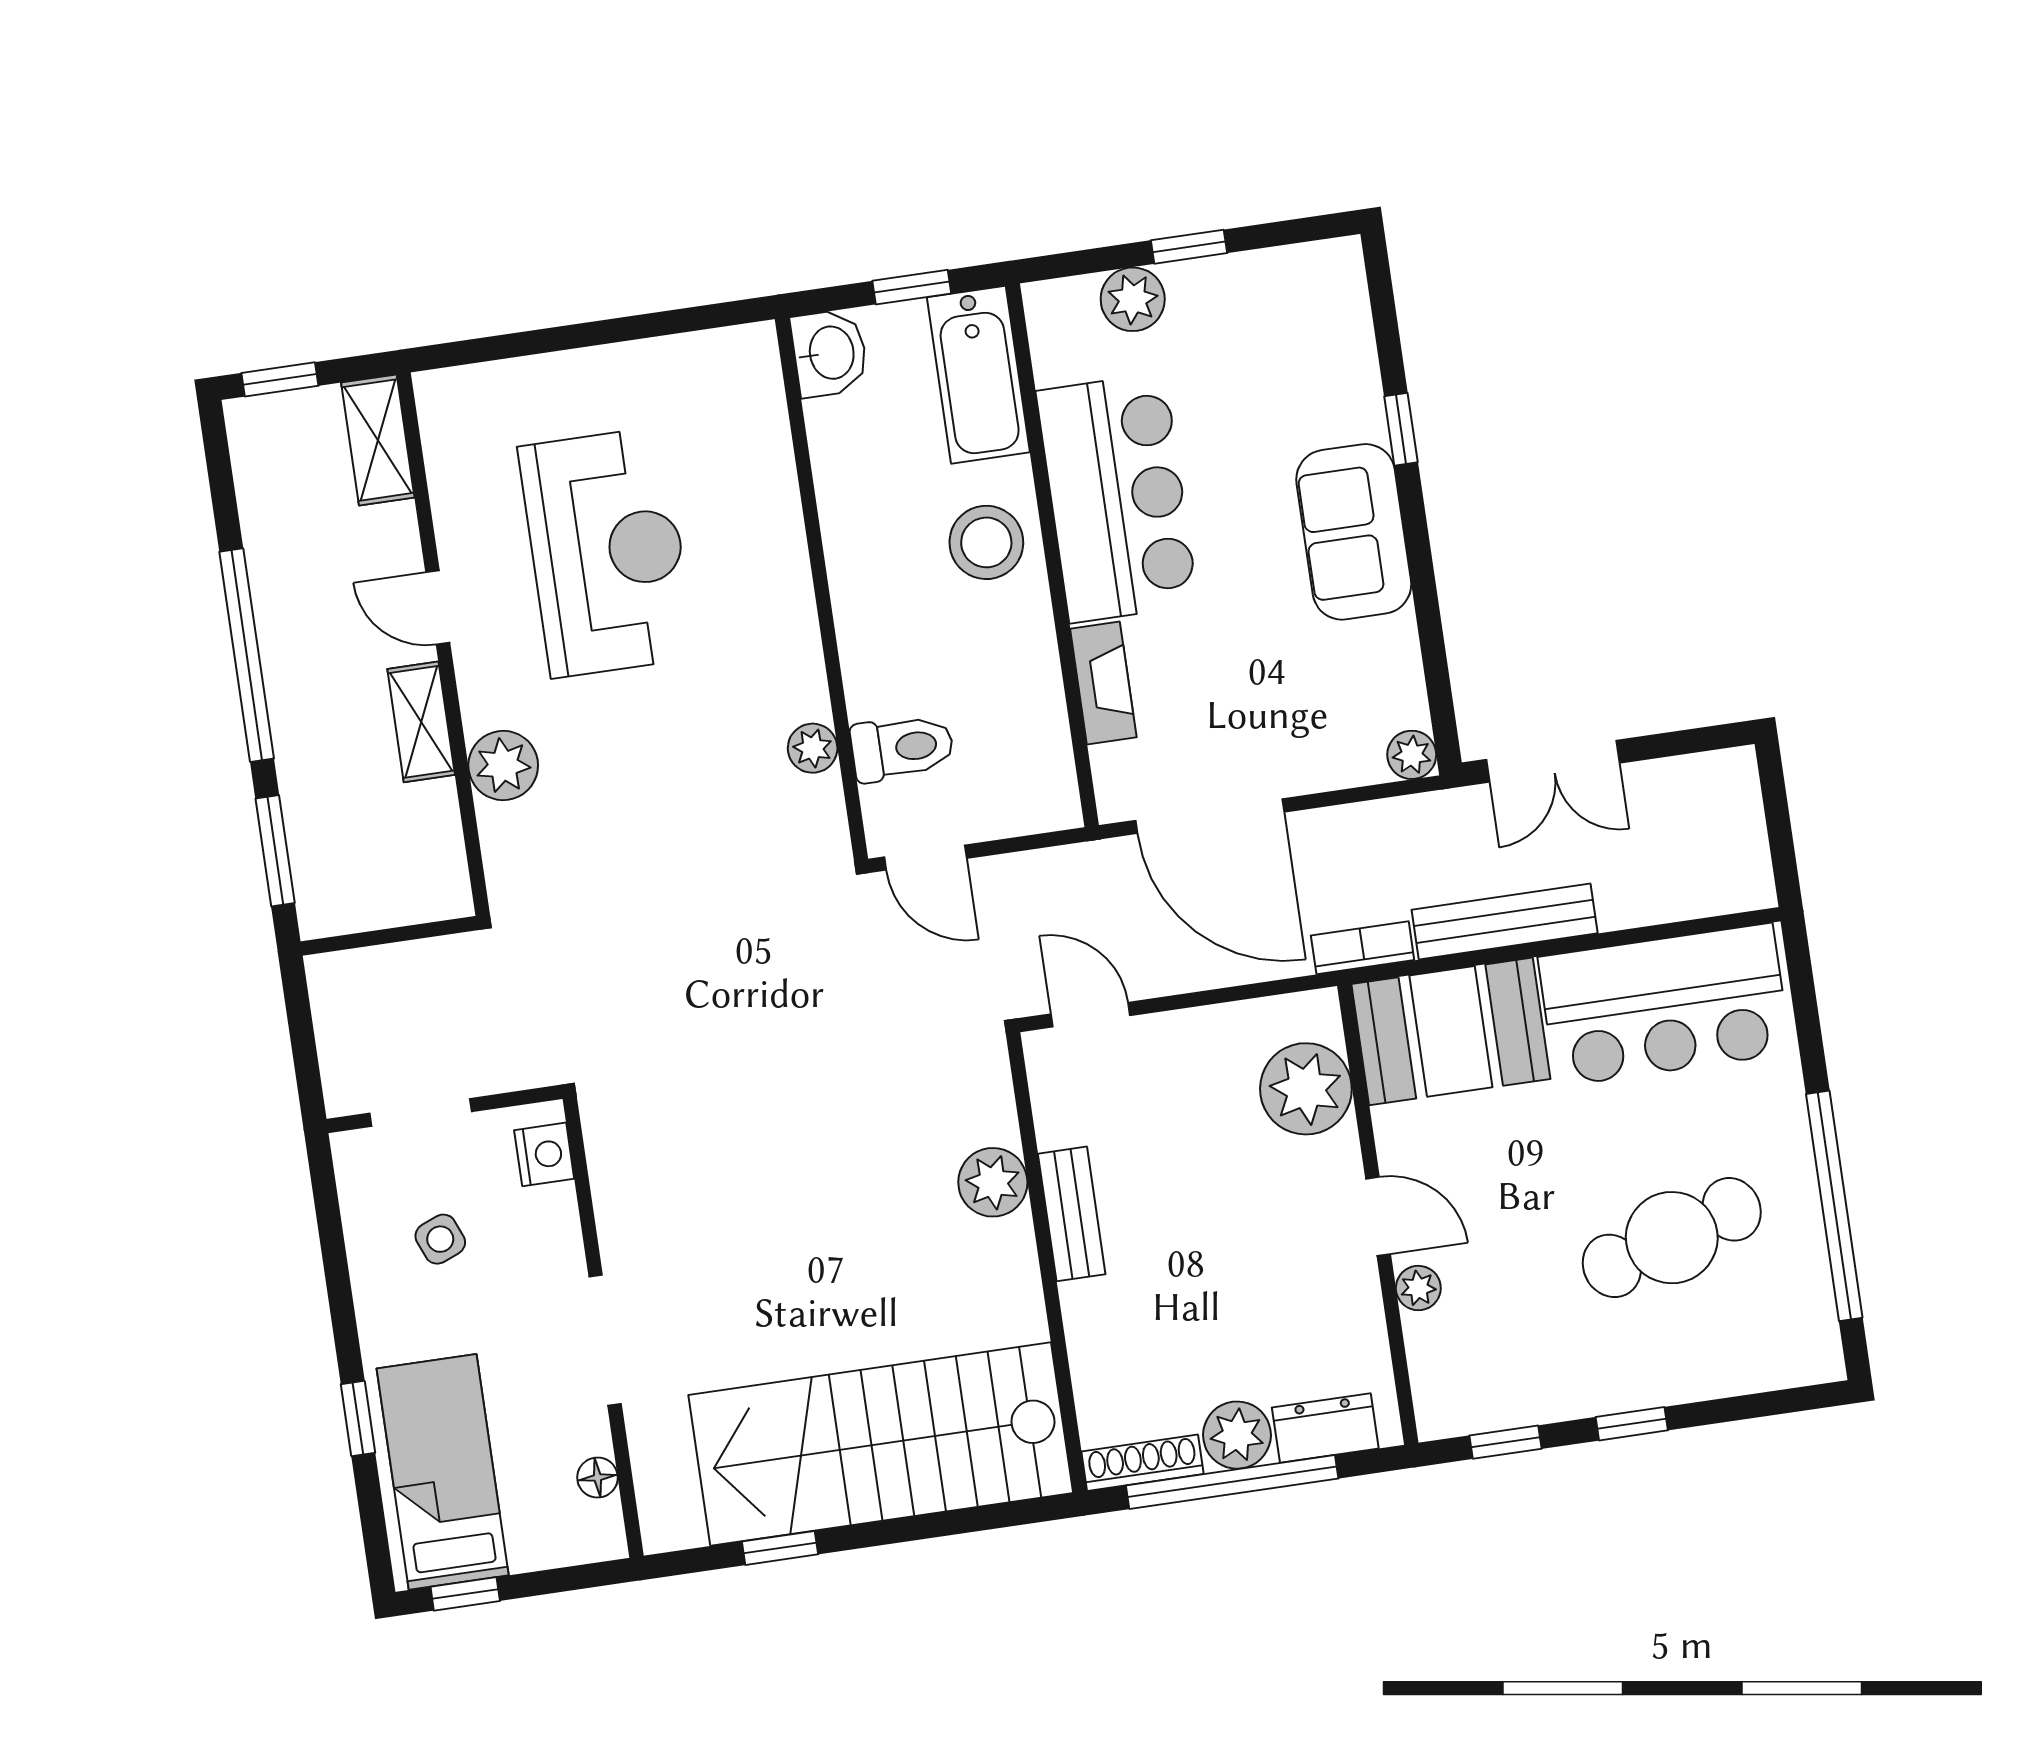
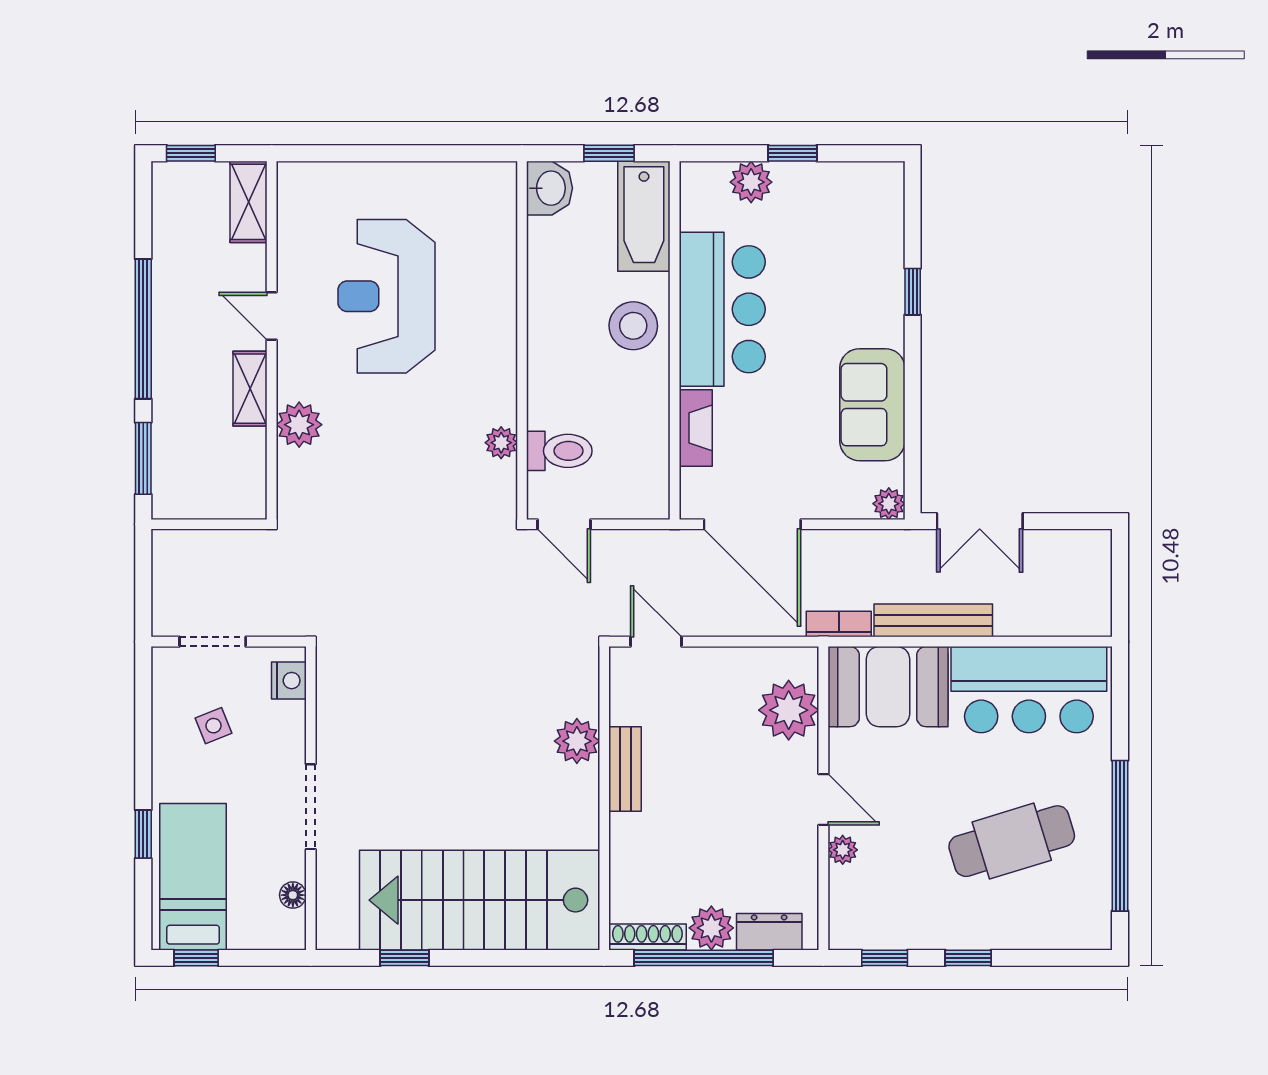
sofa: (1354, 532) -> (872, 405), moved
reception desk: (607, 552) -> (386, 296), turned 180

